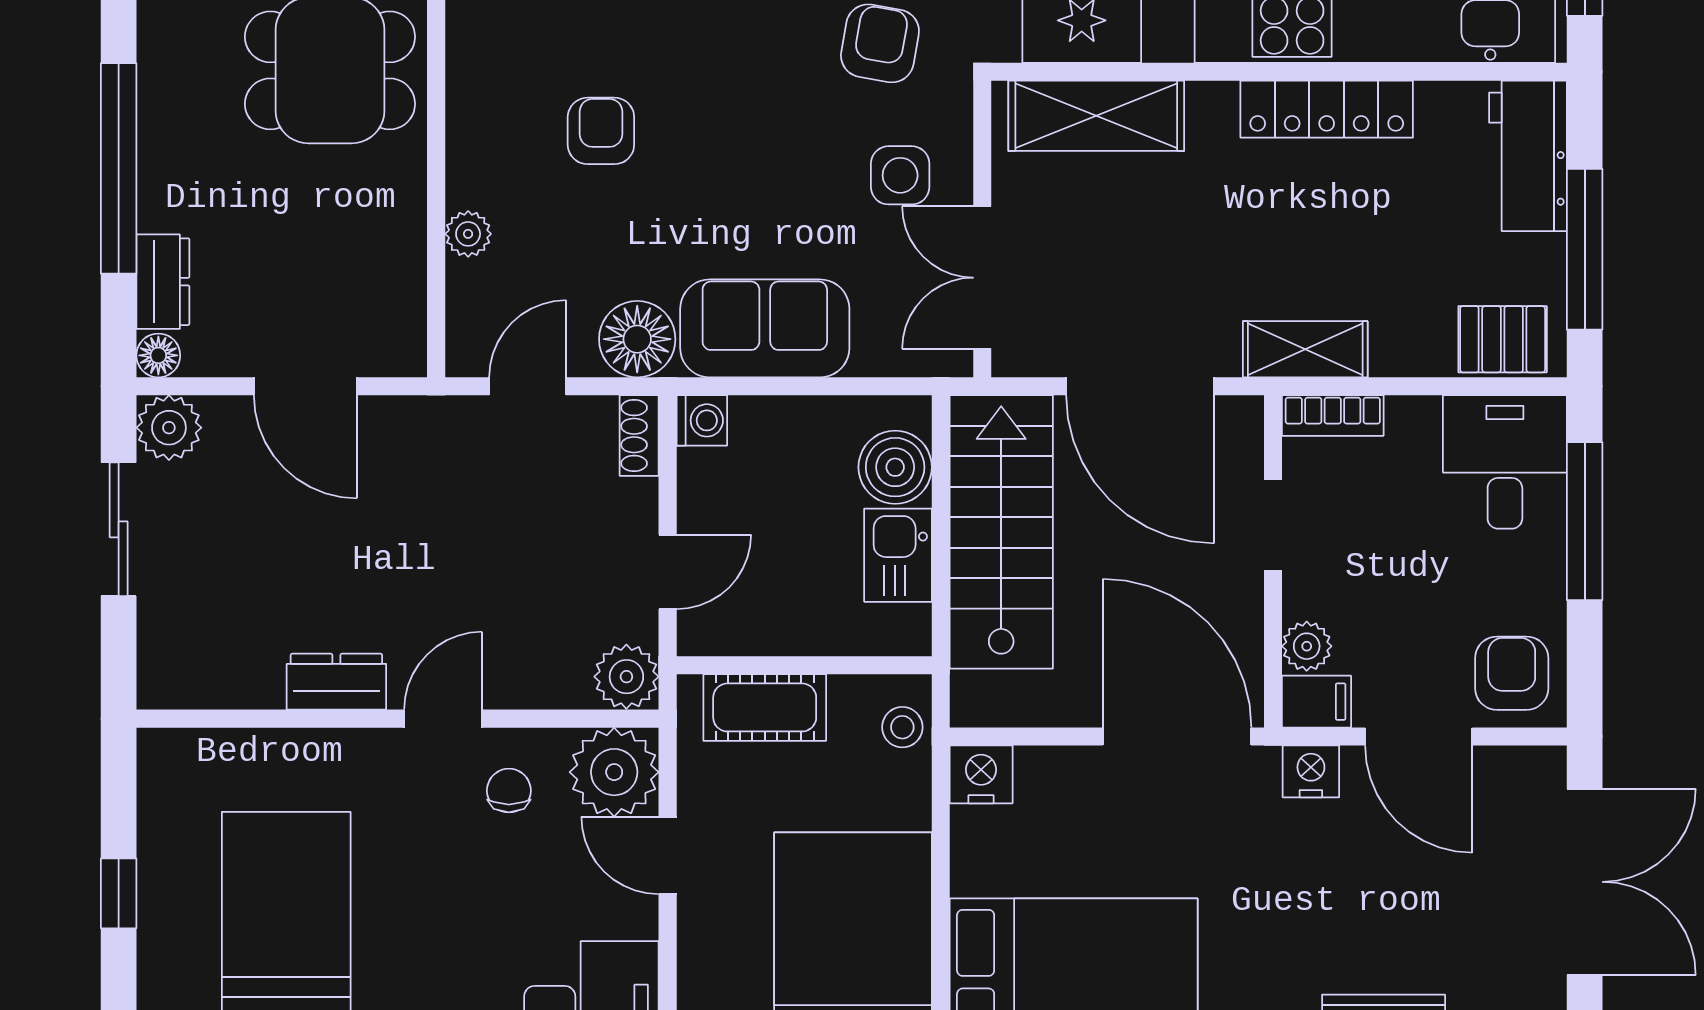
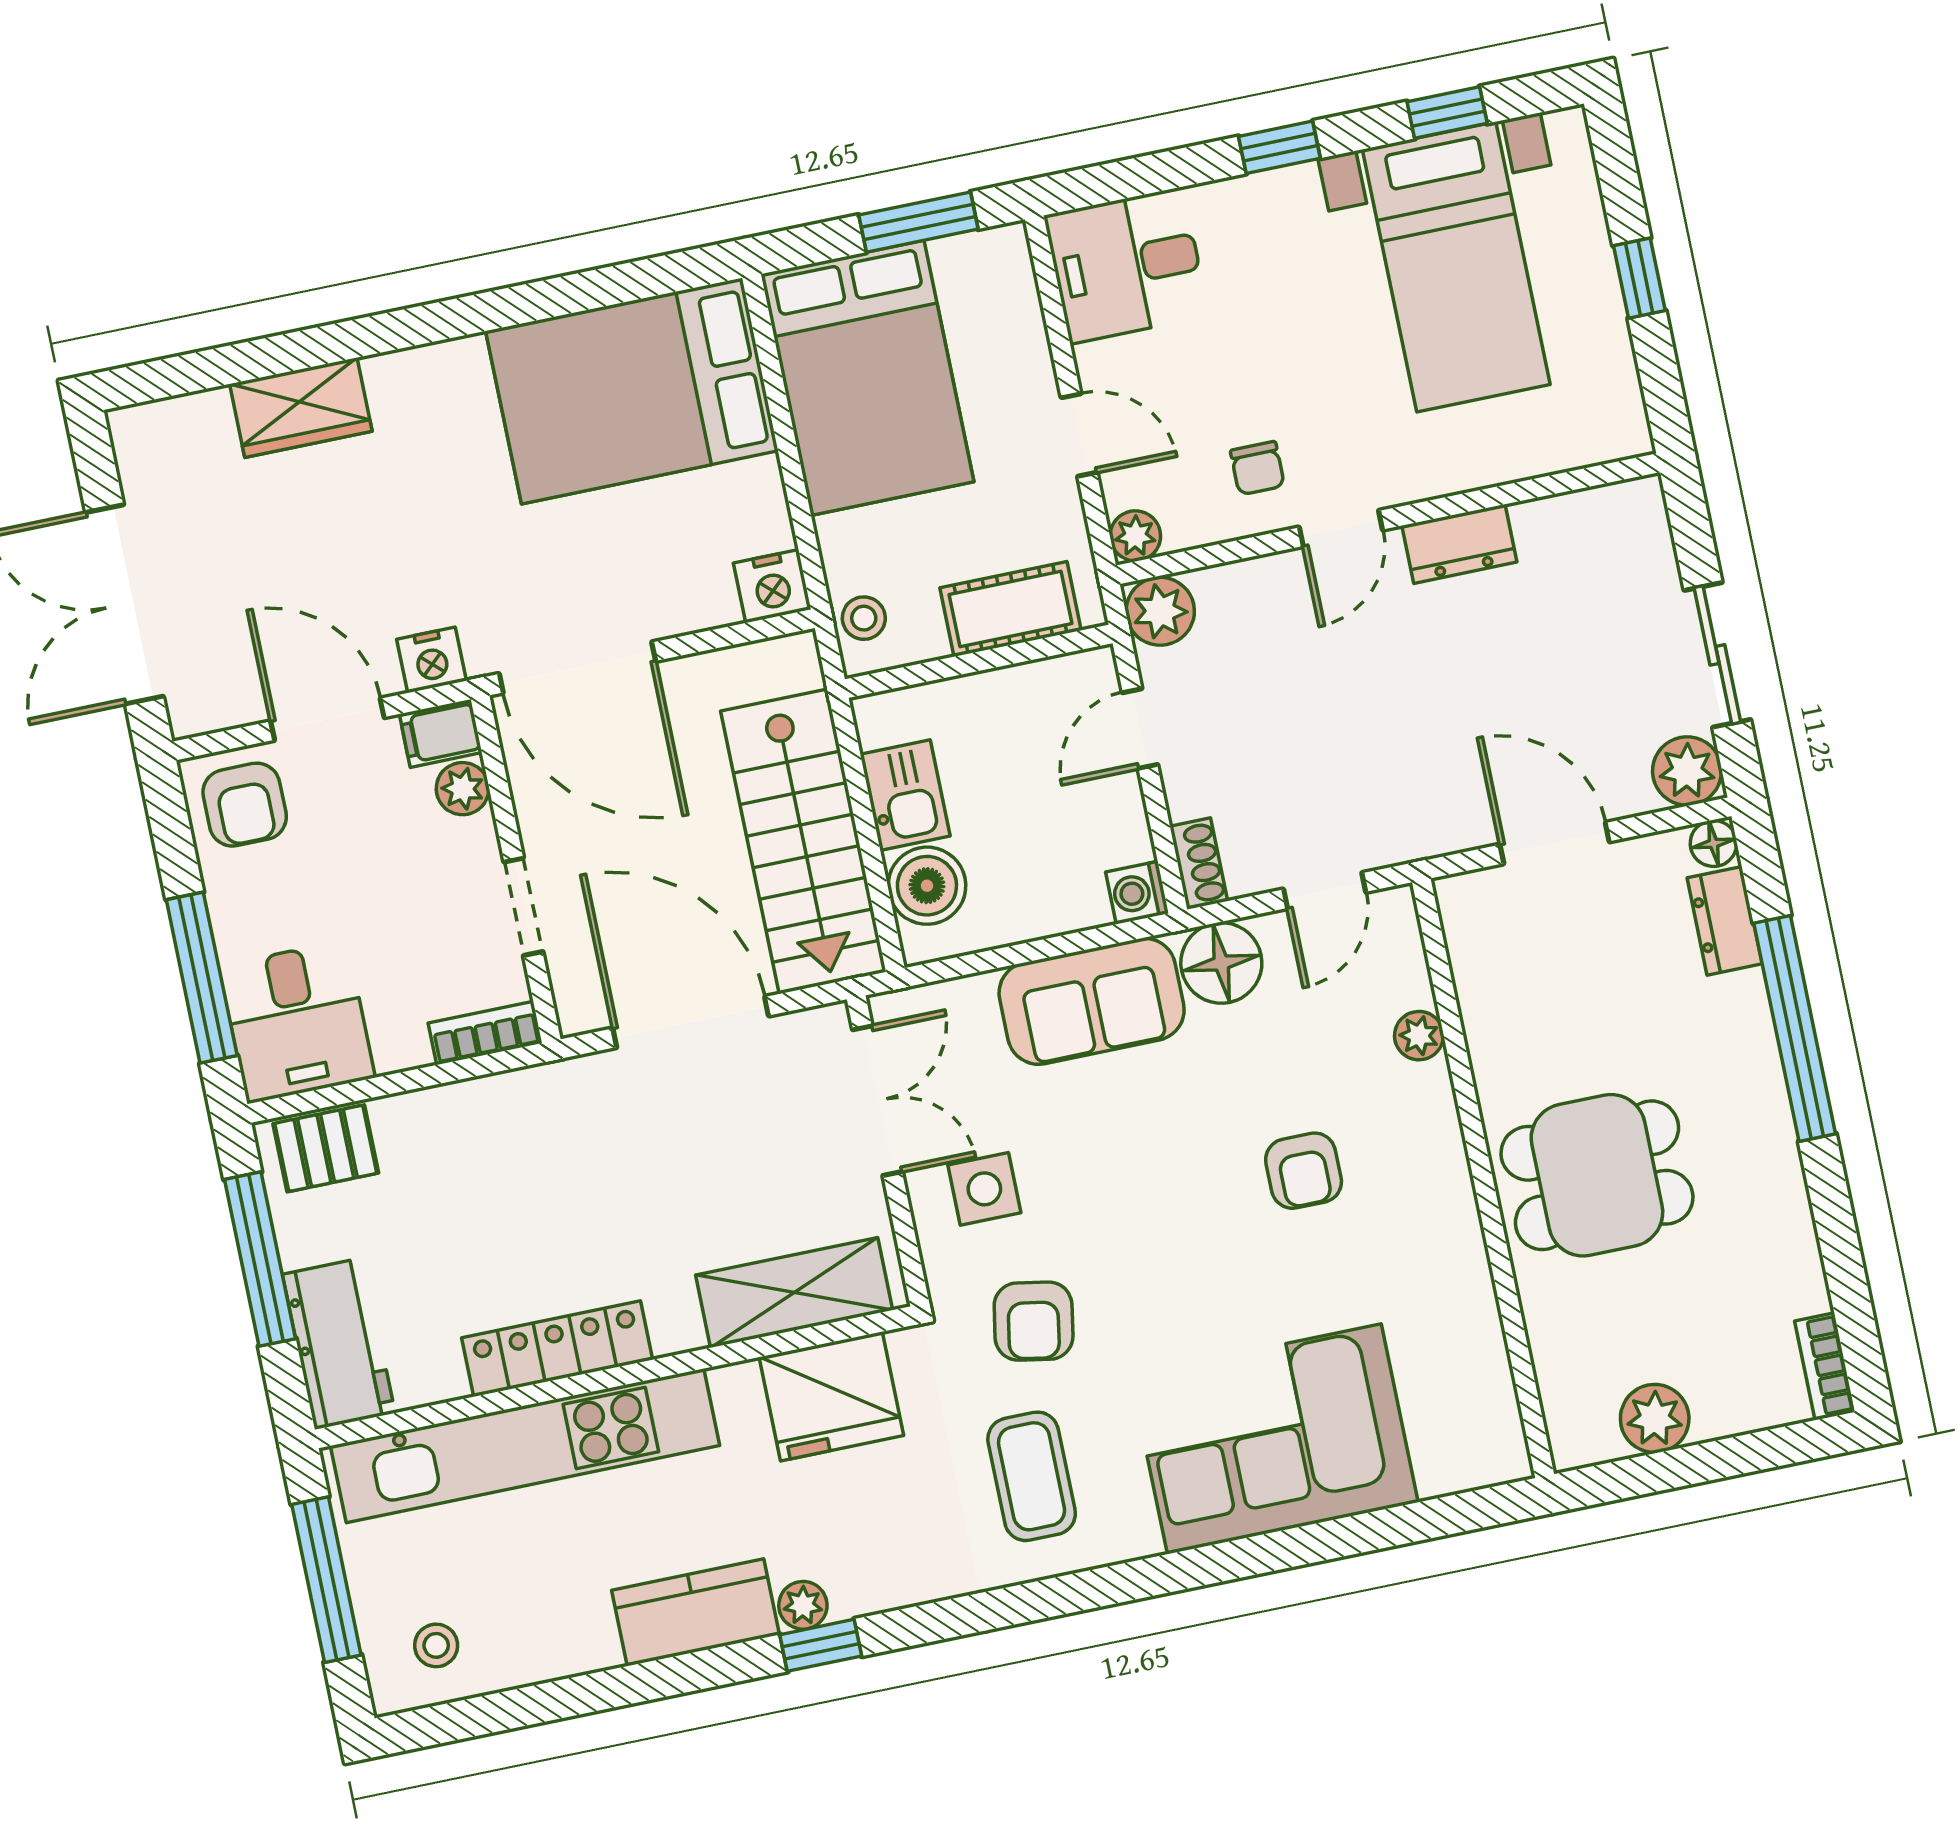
shelving: (1305, 349) -> (528, 1096), removed
plant: (614, 772) -> (1135, 536), width x0.53, depth x0.53

